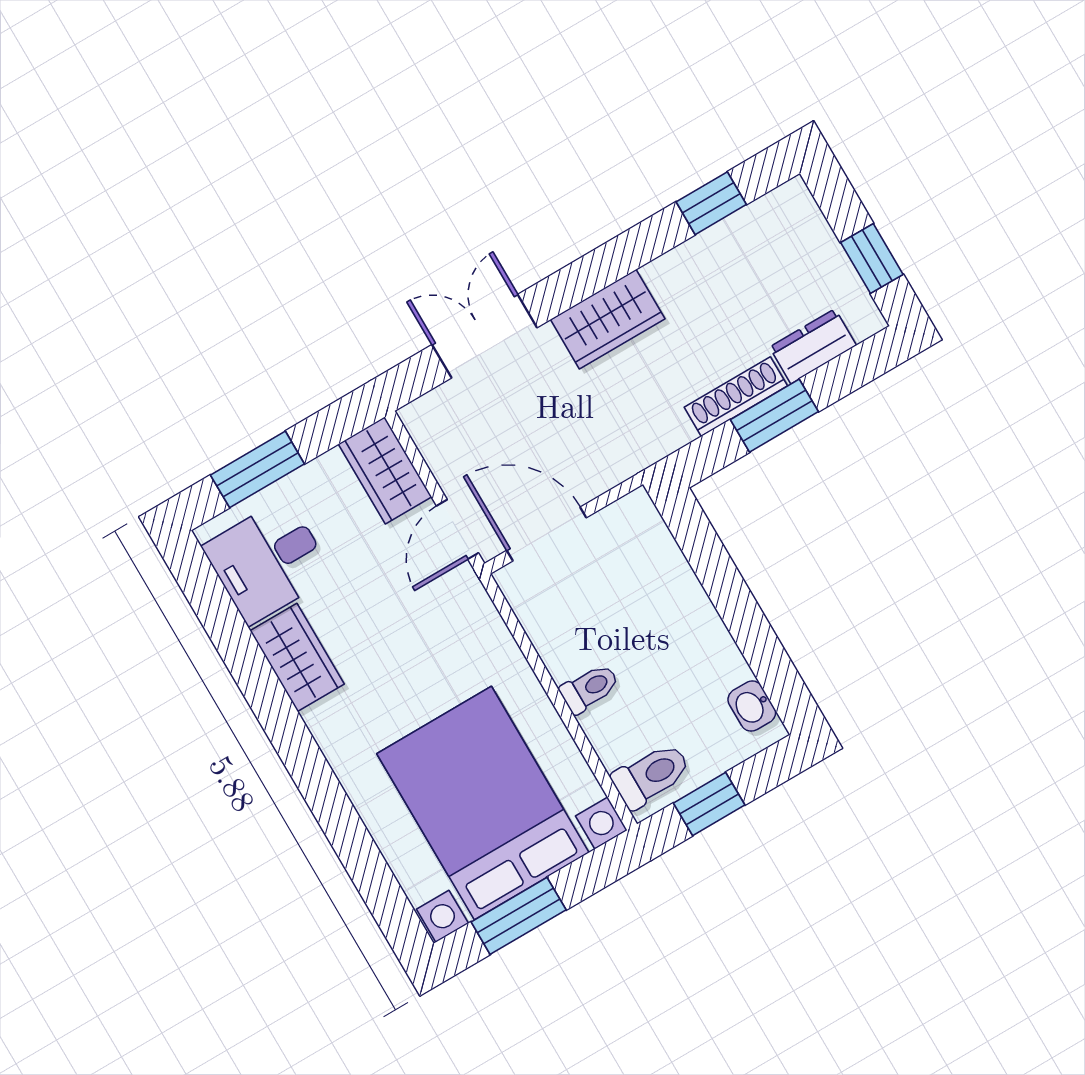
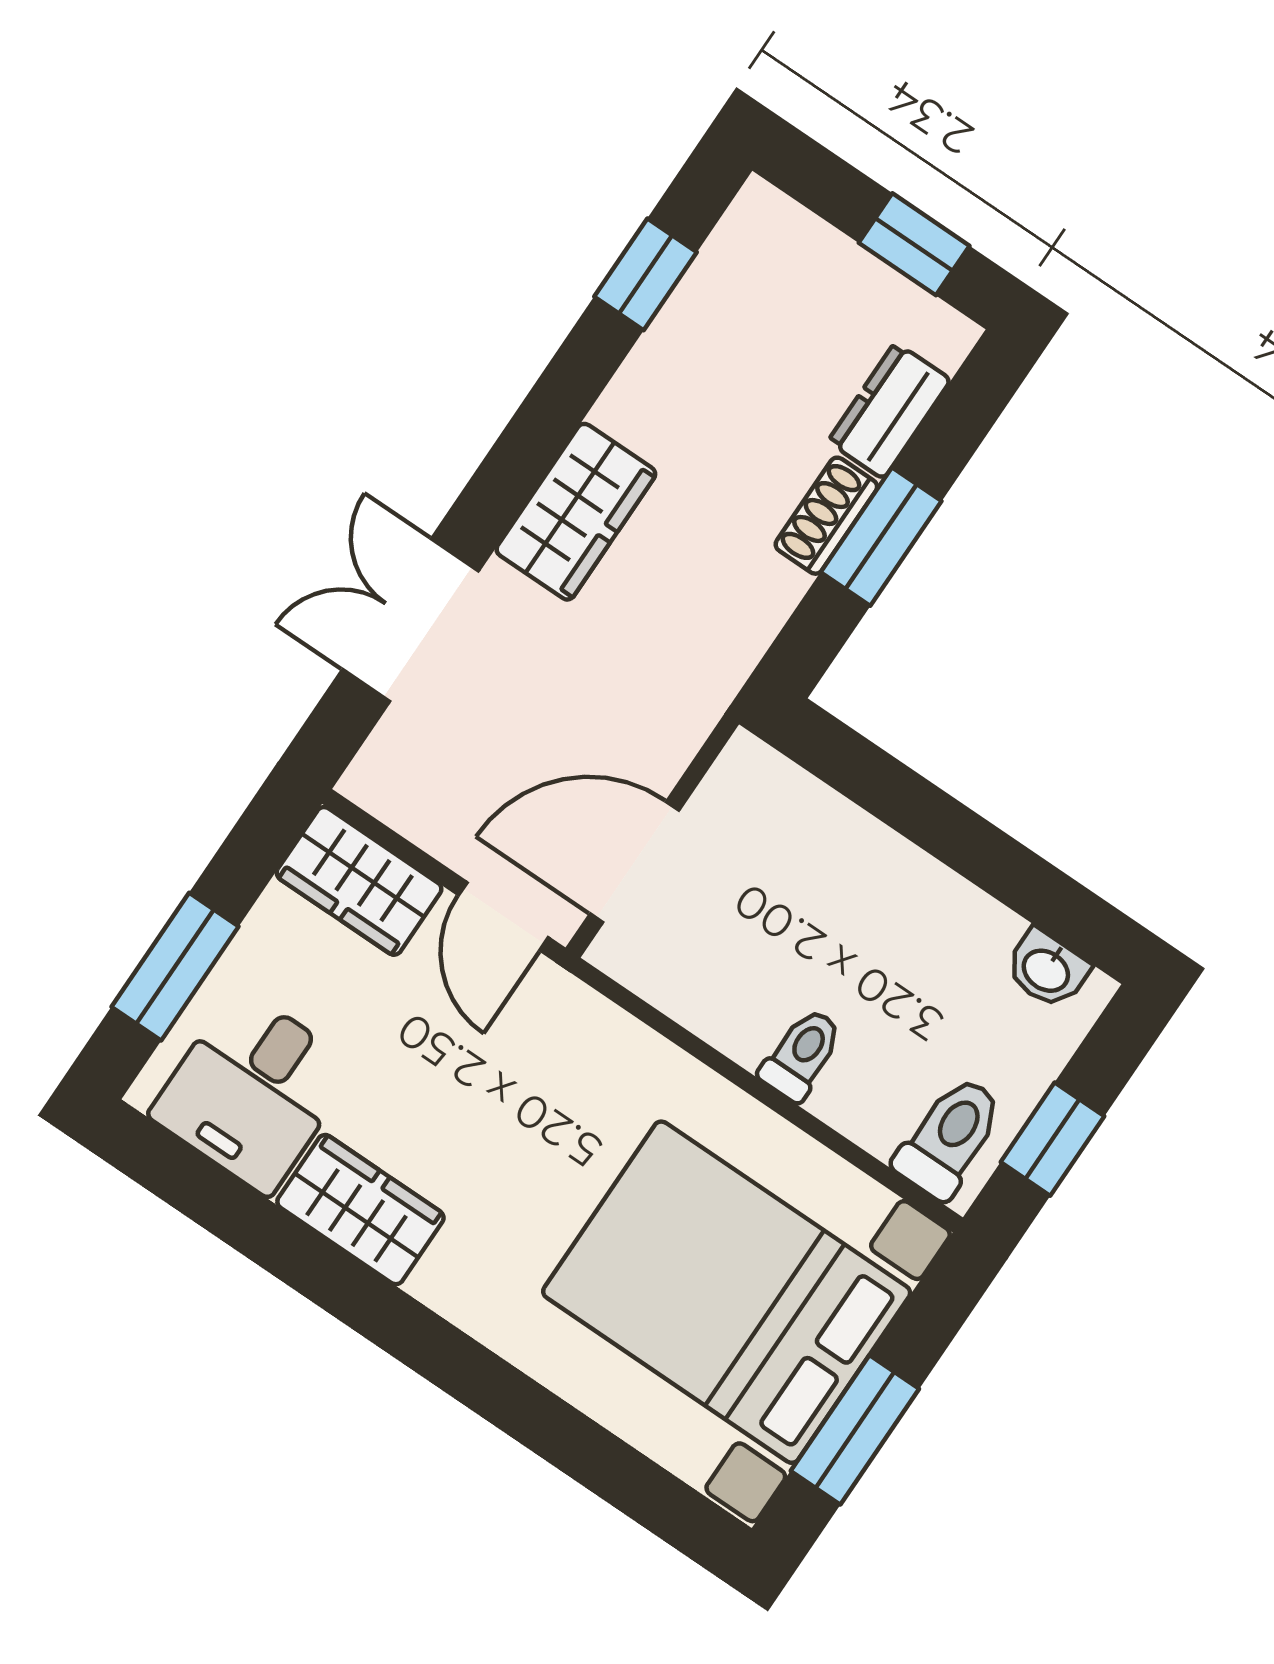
shoe rack: (736, 397) -> (826, 516), width x0.70

